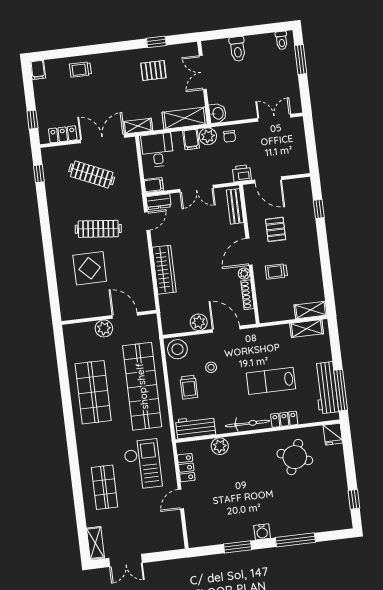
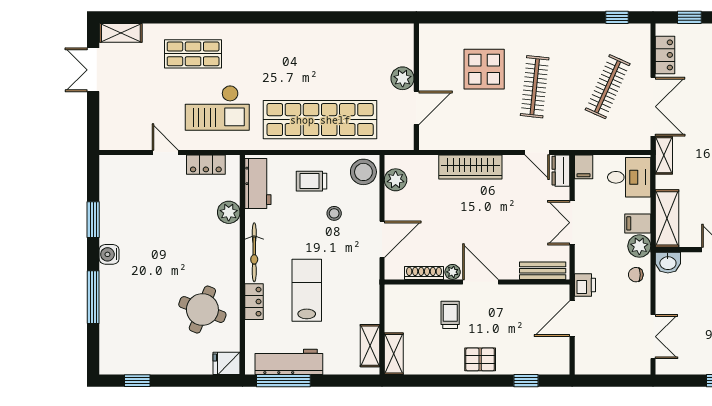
pallet: (276, 229) -> (480, 359), moved
plant: (199, 322) -> (396, 180), moved
shop shelf: (93, 392) -> (320, 54), removed

